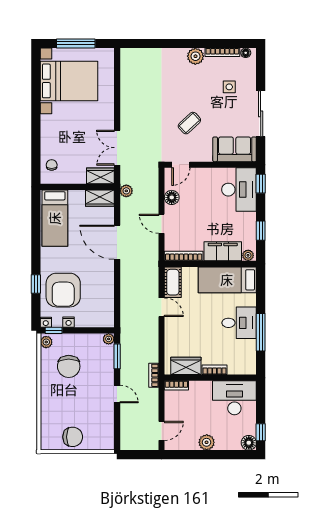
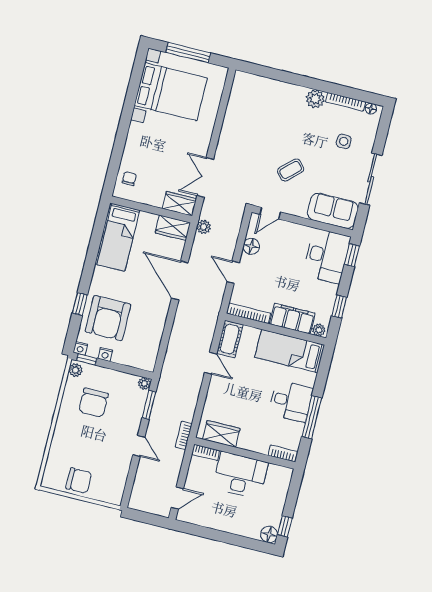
bookcase: (215, 370) -> (283, 453), moved
desk: (234, 398) -> (240, 475), moved
plant: (207, 442) -> (223, 523), removed

